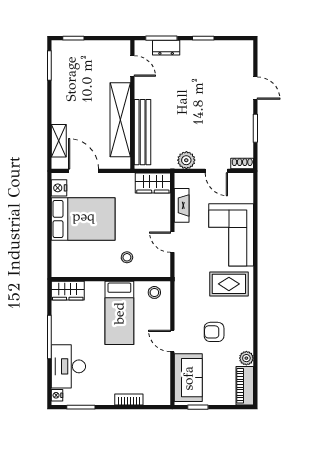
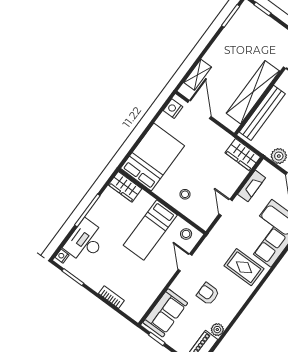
bed: (83, 219) -> (153, 157), moved, turned -90
door: (172, 341) -> (185, 262), moved

